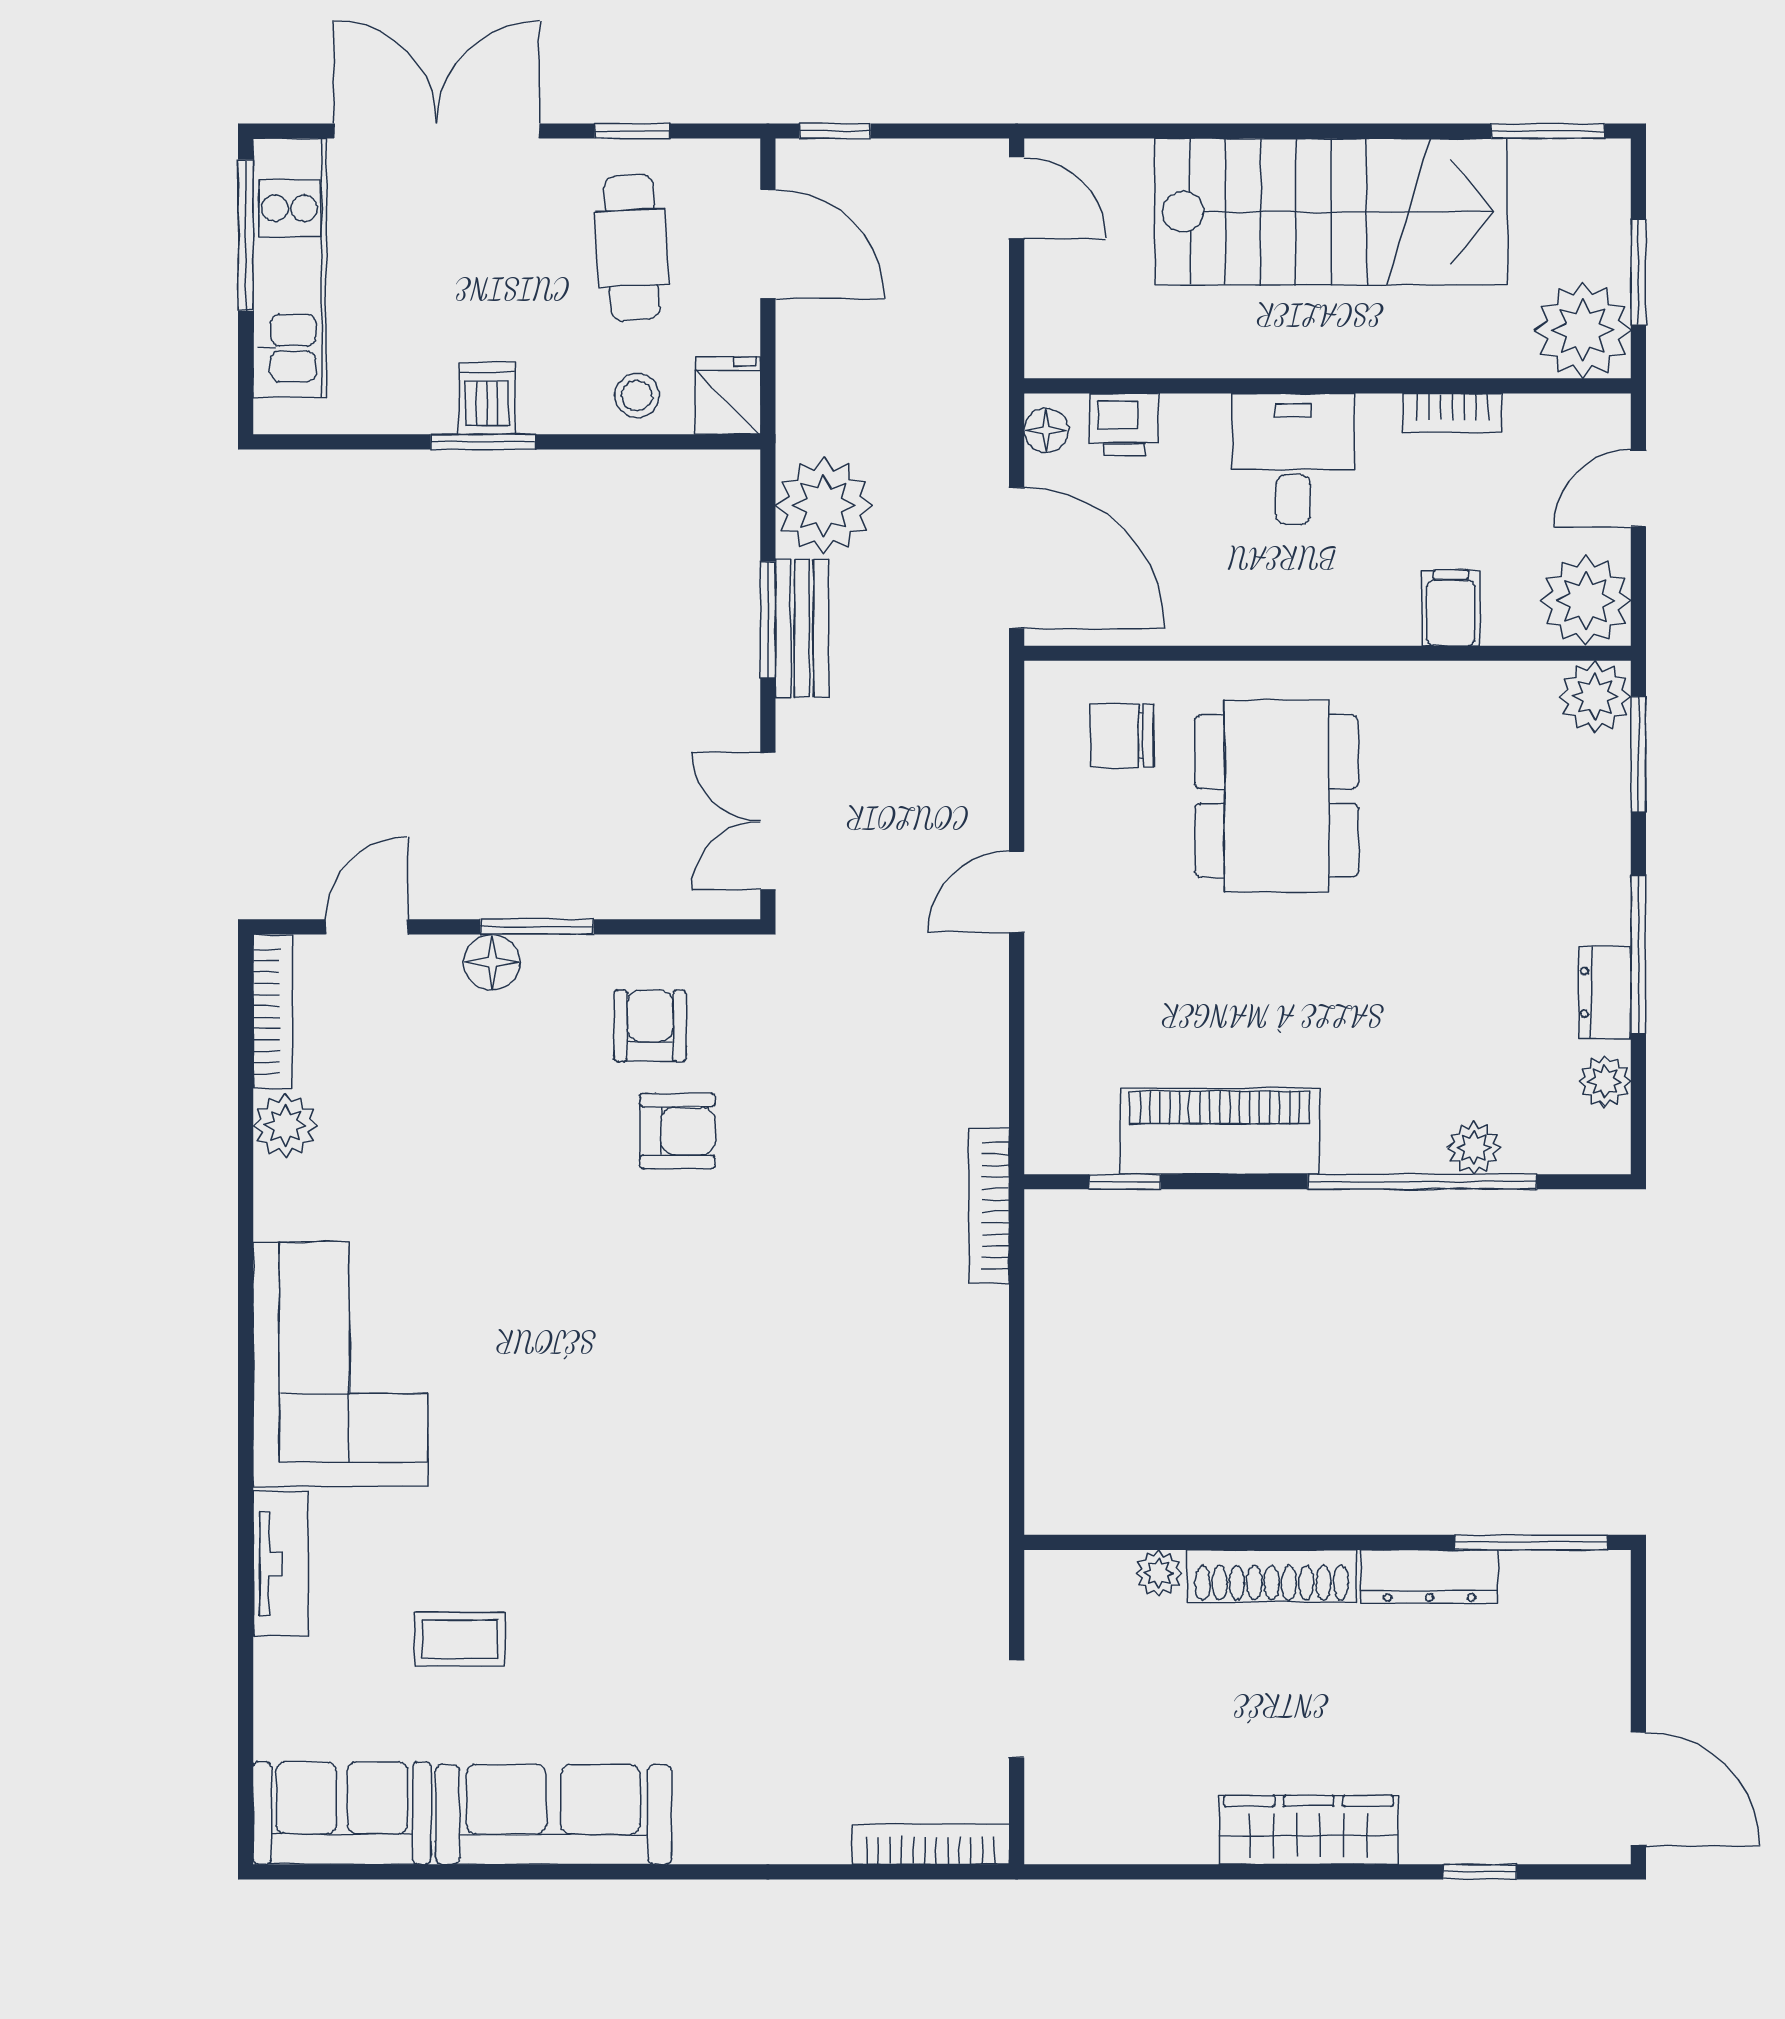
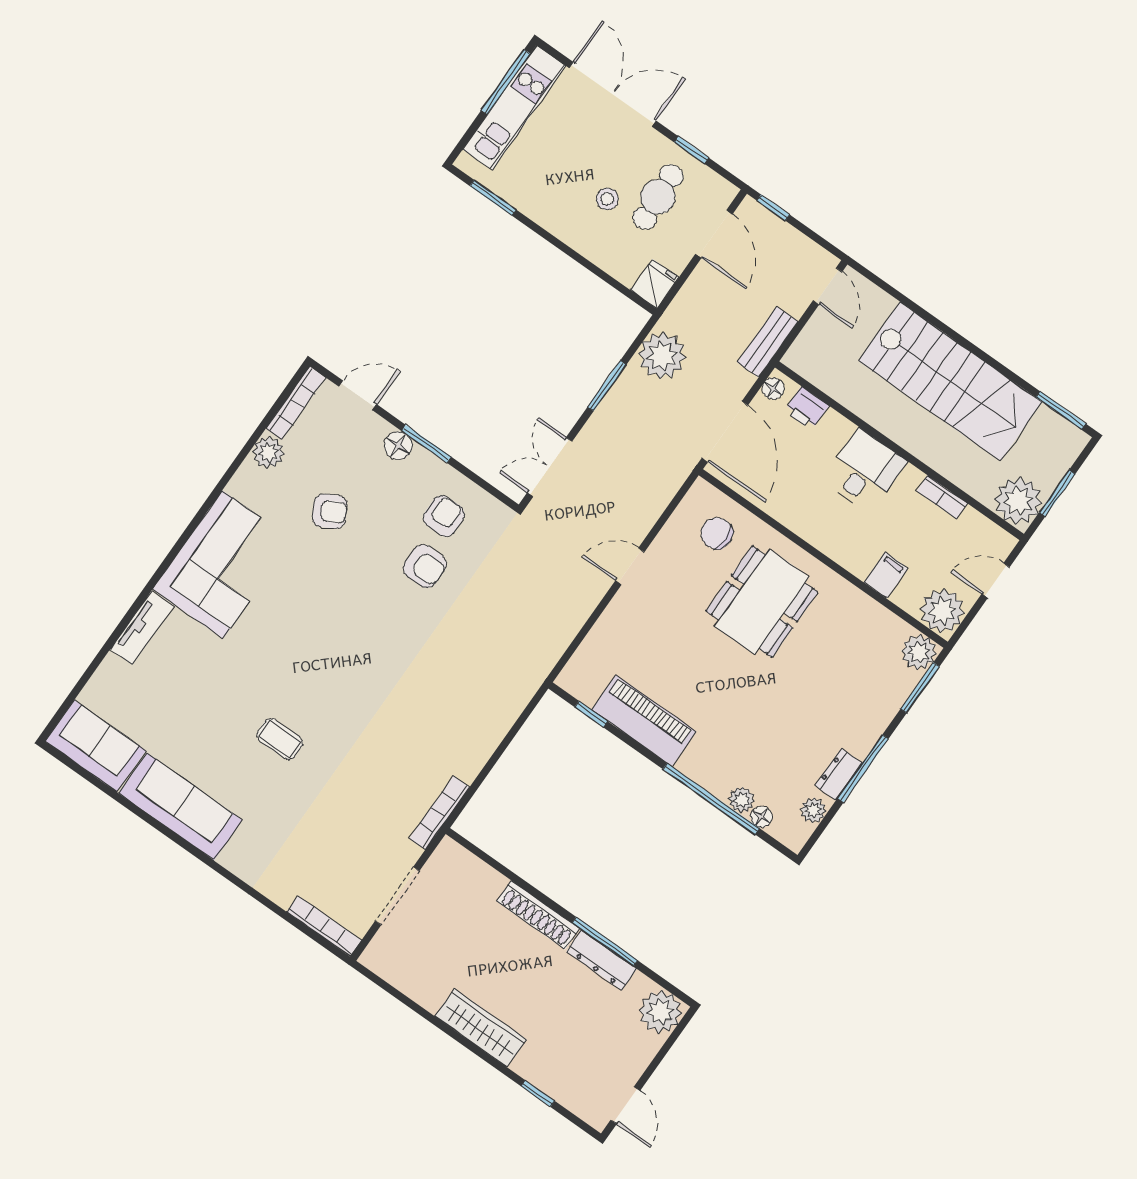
stool: (637, 396) -> (607, 199), moved
dishwasher: (487, 398) -> (557, 216), removed
window: (483, 442) -> (493, 198), moved
bench: (802, 629) -> (768, 342), moved
armchair: (455, 1151) -> (330, 511), added
floor lamp: (1527, 1153) -> (761, 817), added
bookcase: (989, 1206) -> (439, 813), moved
window: (1531, 1542) -> (605, 942), moved
plant: (1159, 1573) -> (660, 1012), moved, width x1.88, depth x1.88
coffee table: (460, 1639) -> (280, 739), moved
doorway: (1017, 1709) -> (397, 896), width x1.38
door: (1638, 1789) -> (625, 1105), width x0.73

